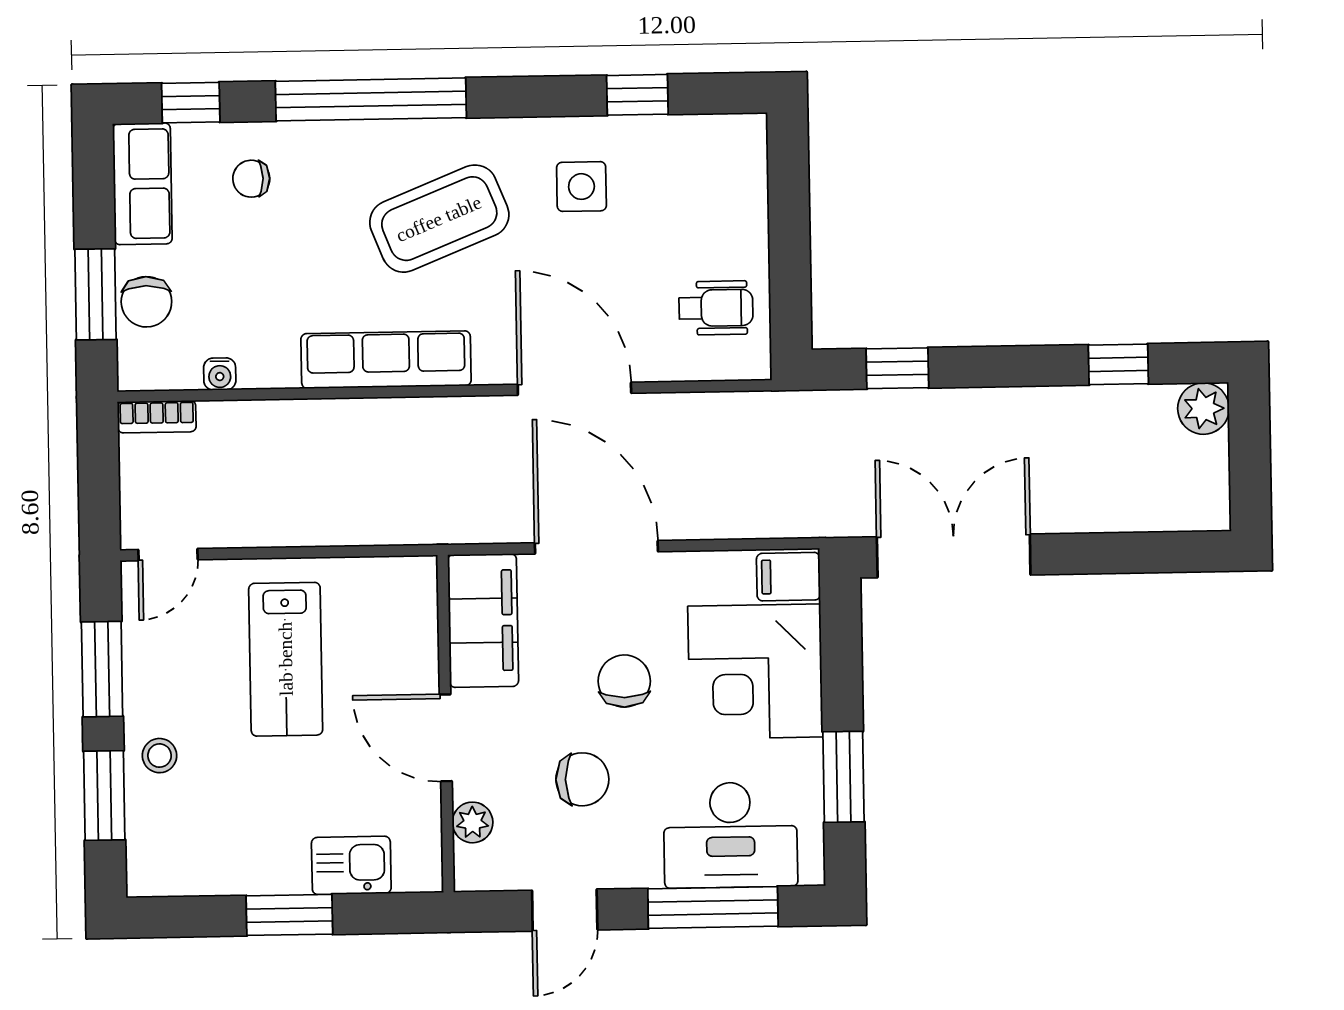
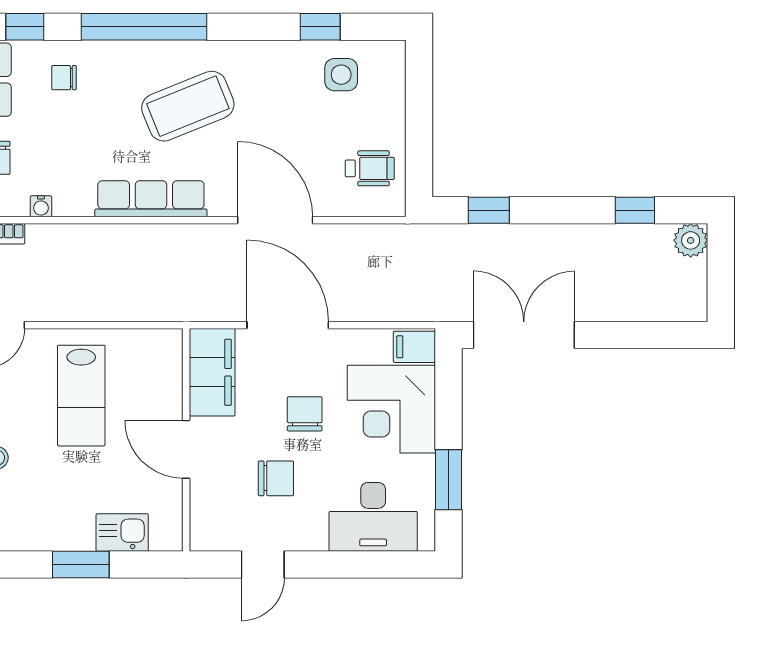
side table: (581, 187) -> (341, 75), moved
plant: (473, 822) -> (203, 506), removed
window: (713, 908) -> (361, 565), removed

